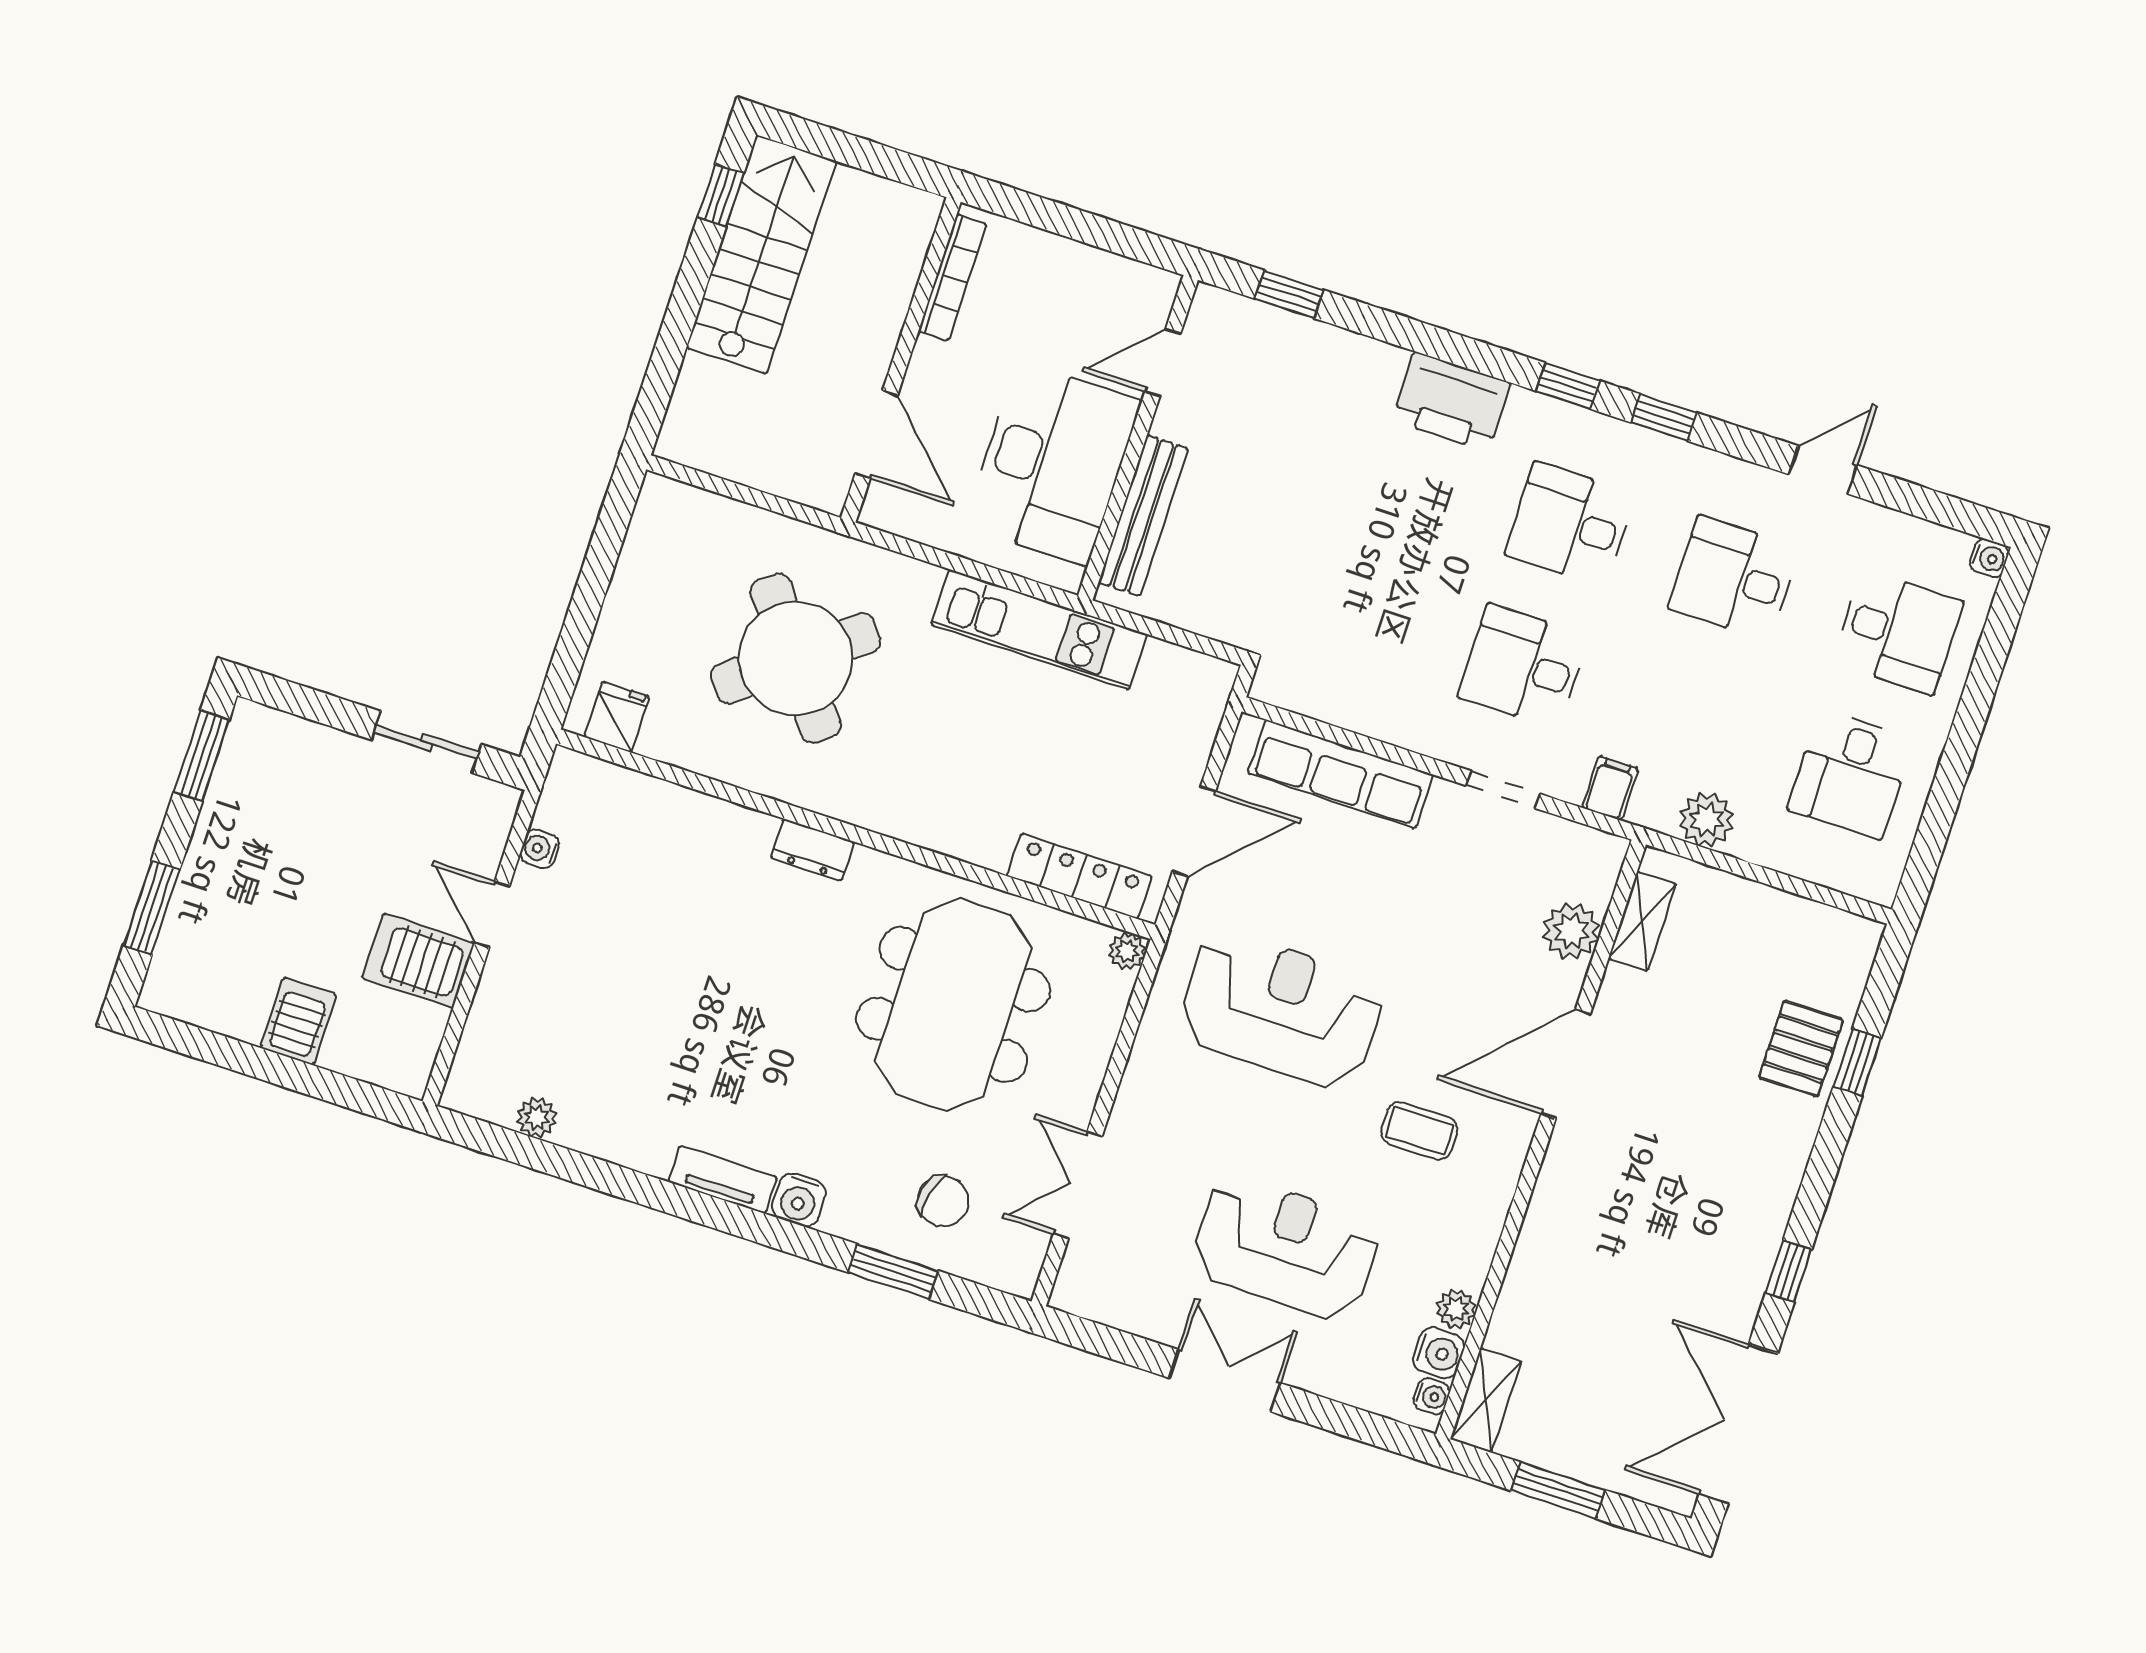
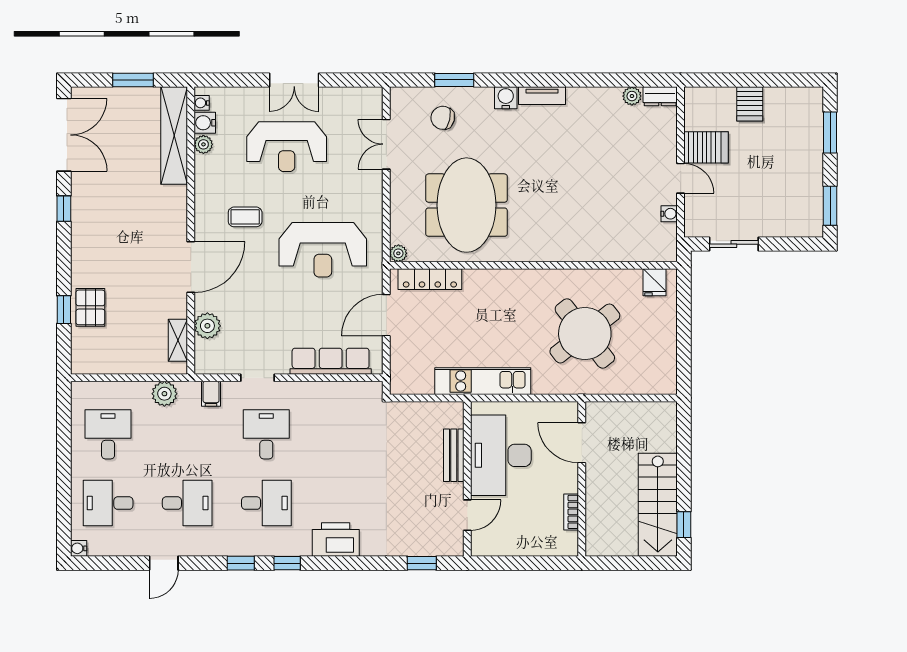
bookcase: (952, 277) -> (571, 512), width x0.64
bench: (1143, 515) -> (454, 455), width x0.73
desk: (1523, 666) -> (266, 434), turned -90
dresser: (812, 850) -> (660, 96), moved, turned 180
double door: (1078, 1185) -> (386, 144), swing flipped
shelving: (1486, 1400) -> (174, 136), width x2.20, depth x1.33

